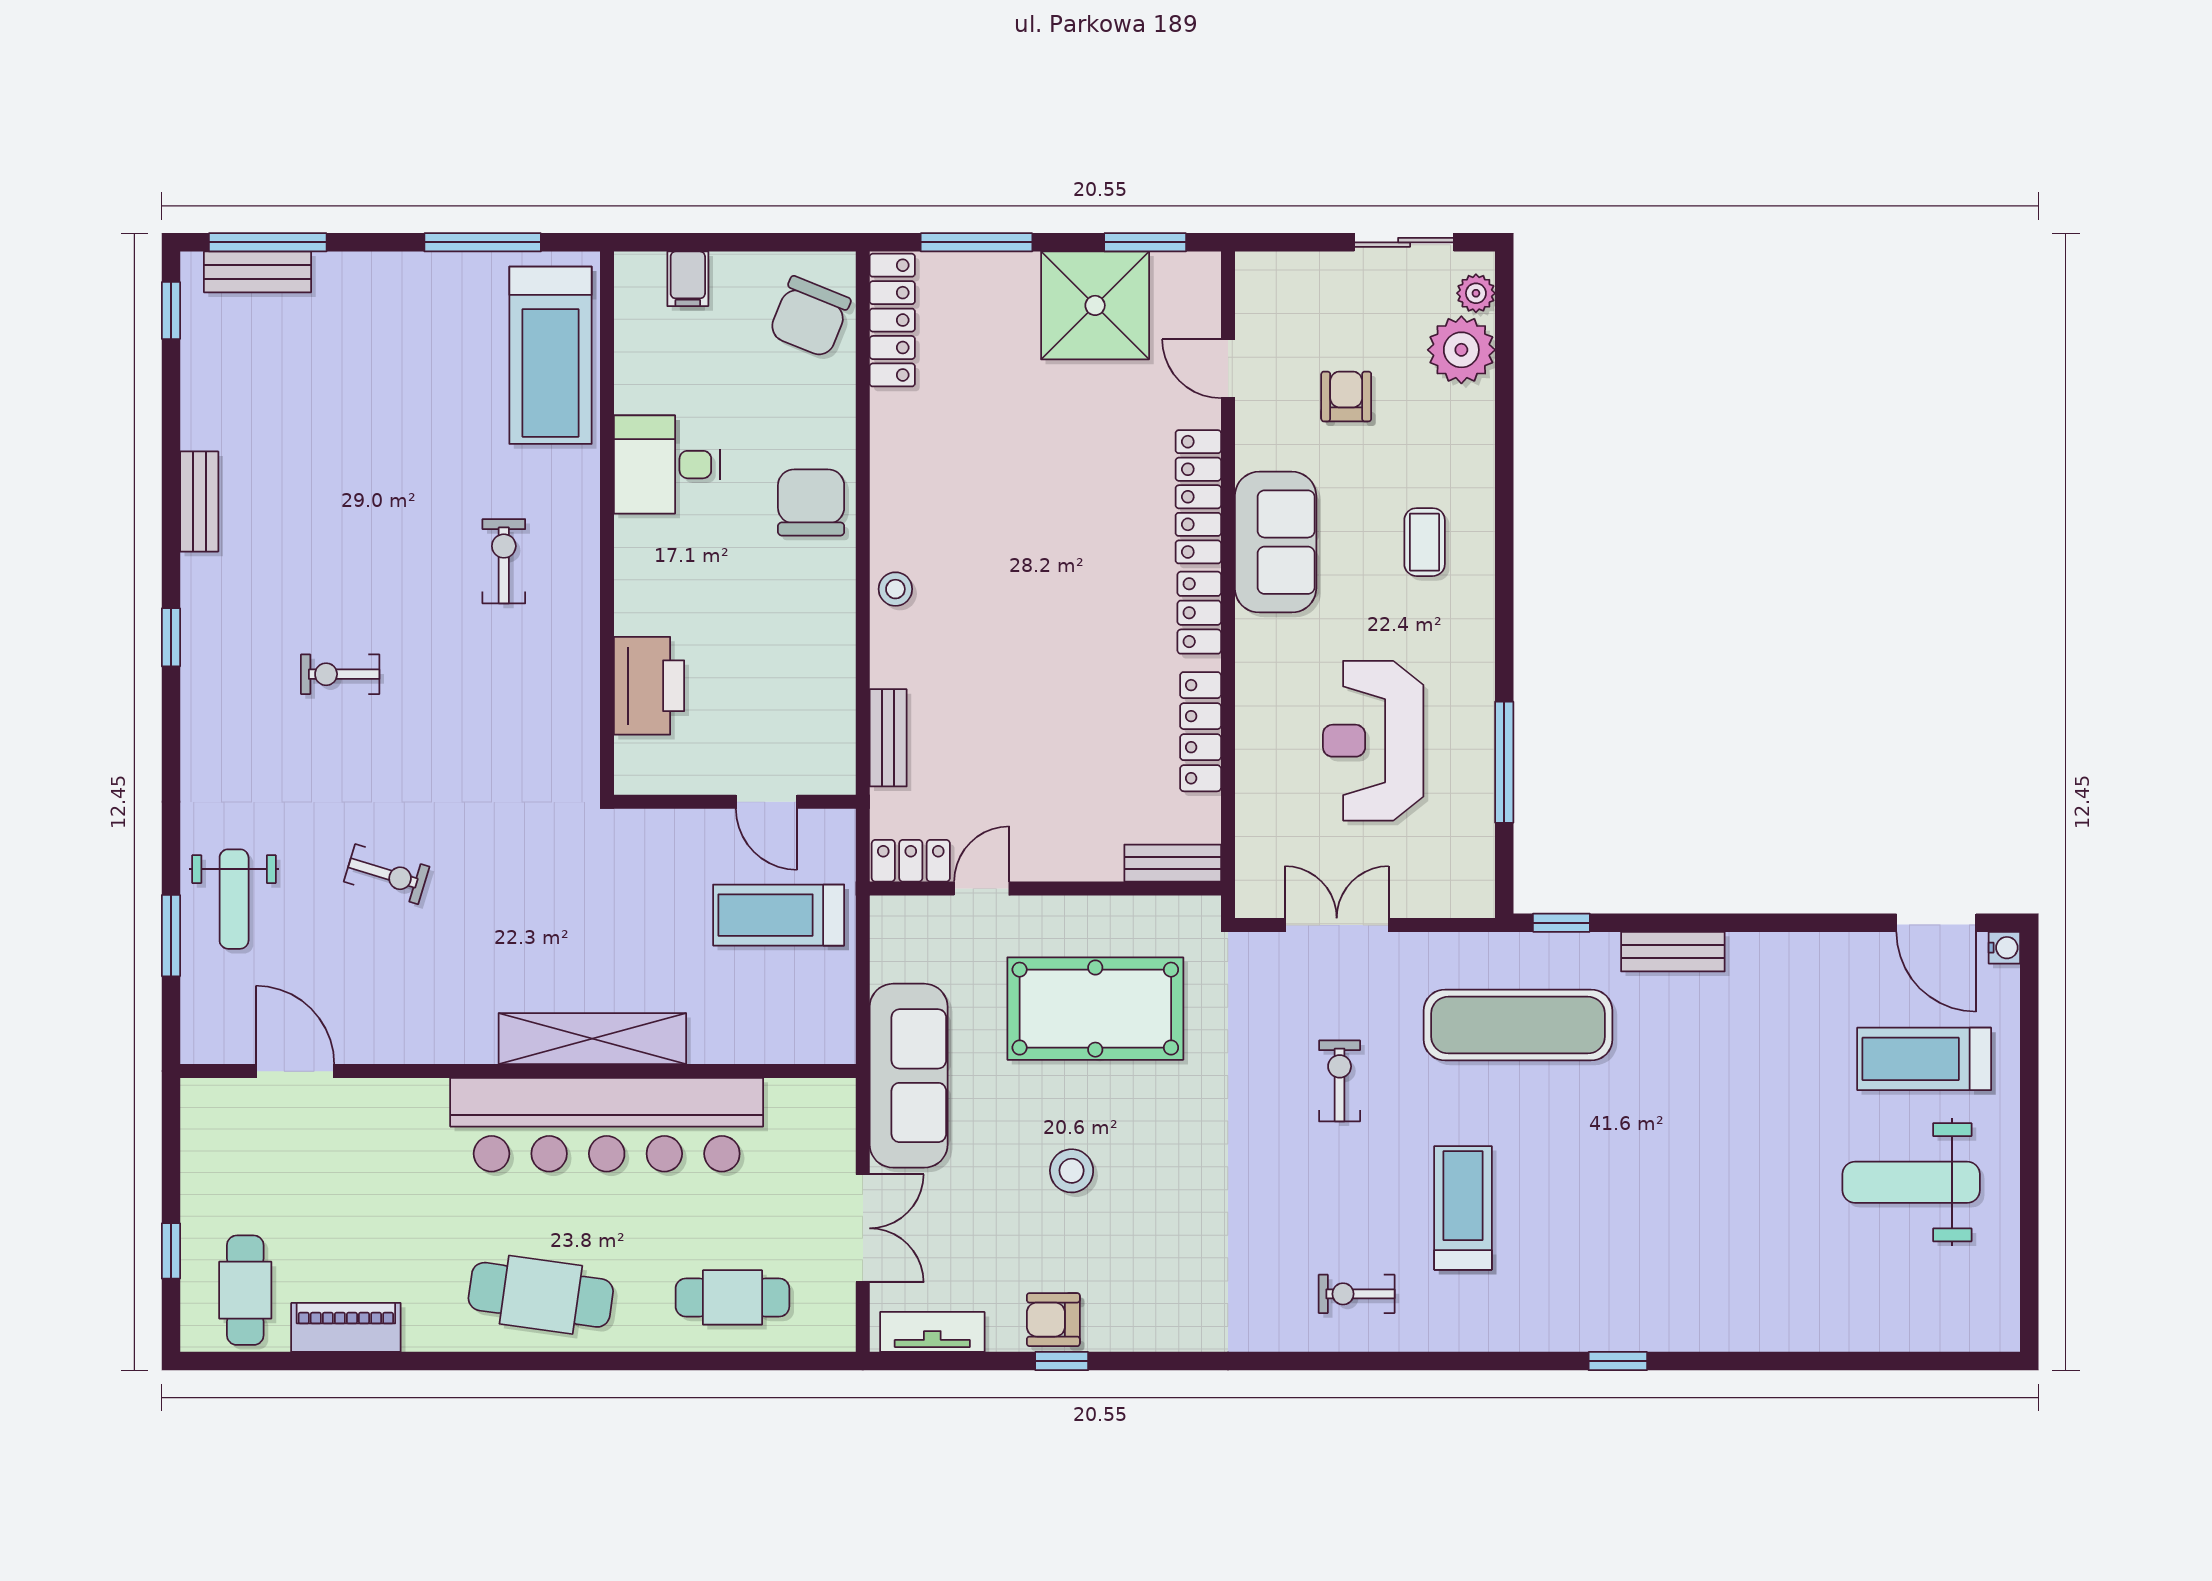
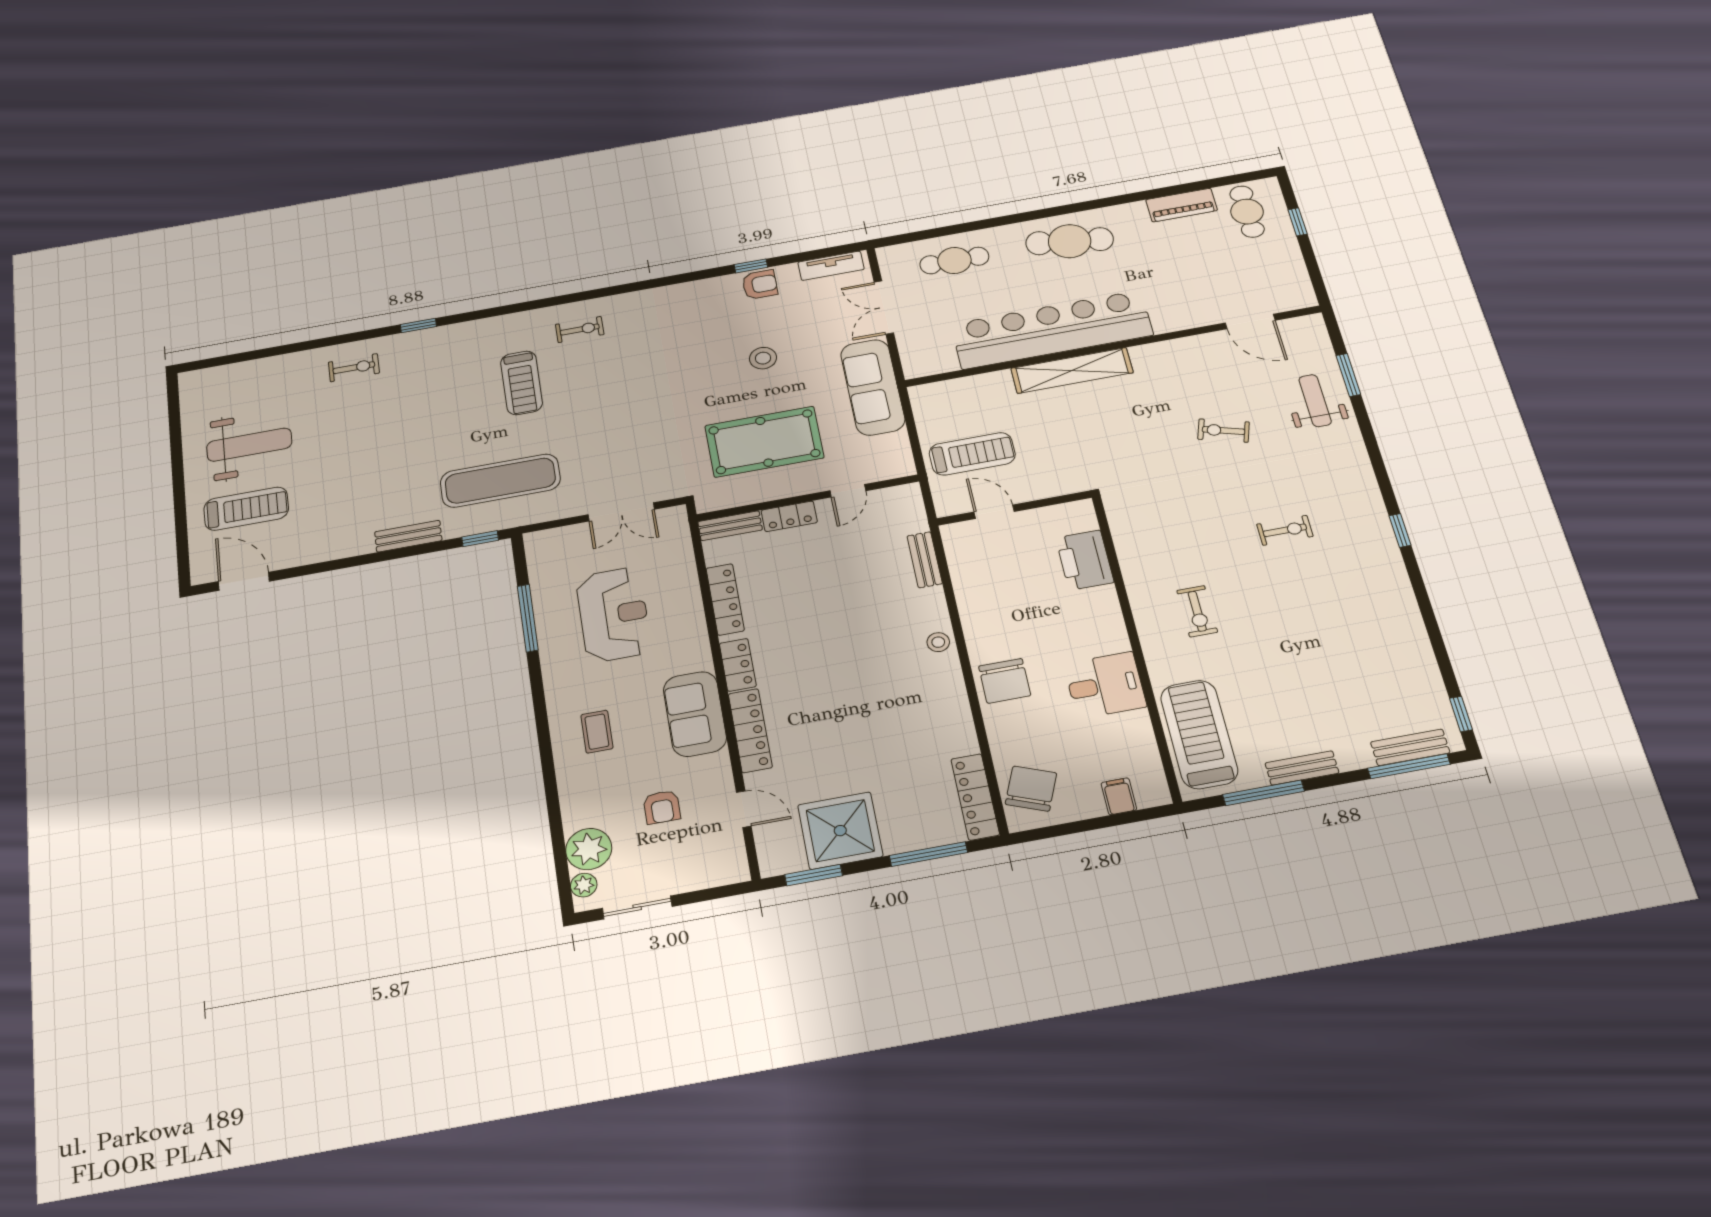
bench: (199, 502) -> (1302, 768), moved, turned 90
locker: (911, 861) -> (789, 516), moved
water cooler: (2004, 948) -> (200, 576), removed
exercise bike: (1340, 1081) -> (354, 368), moved, turned -90

